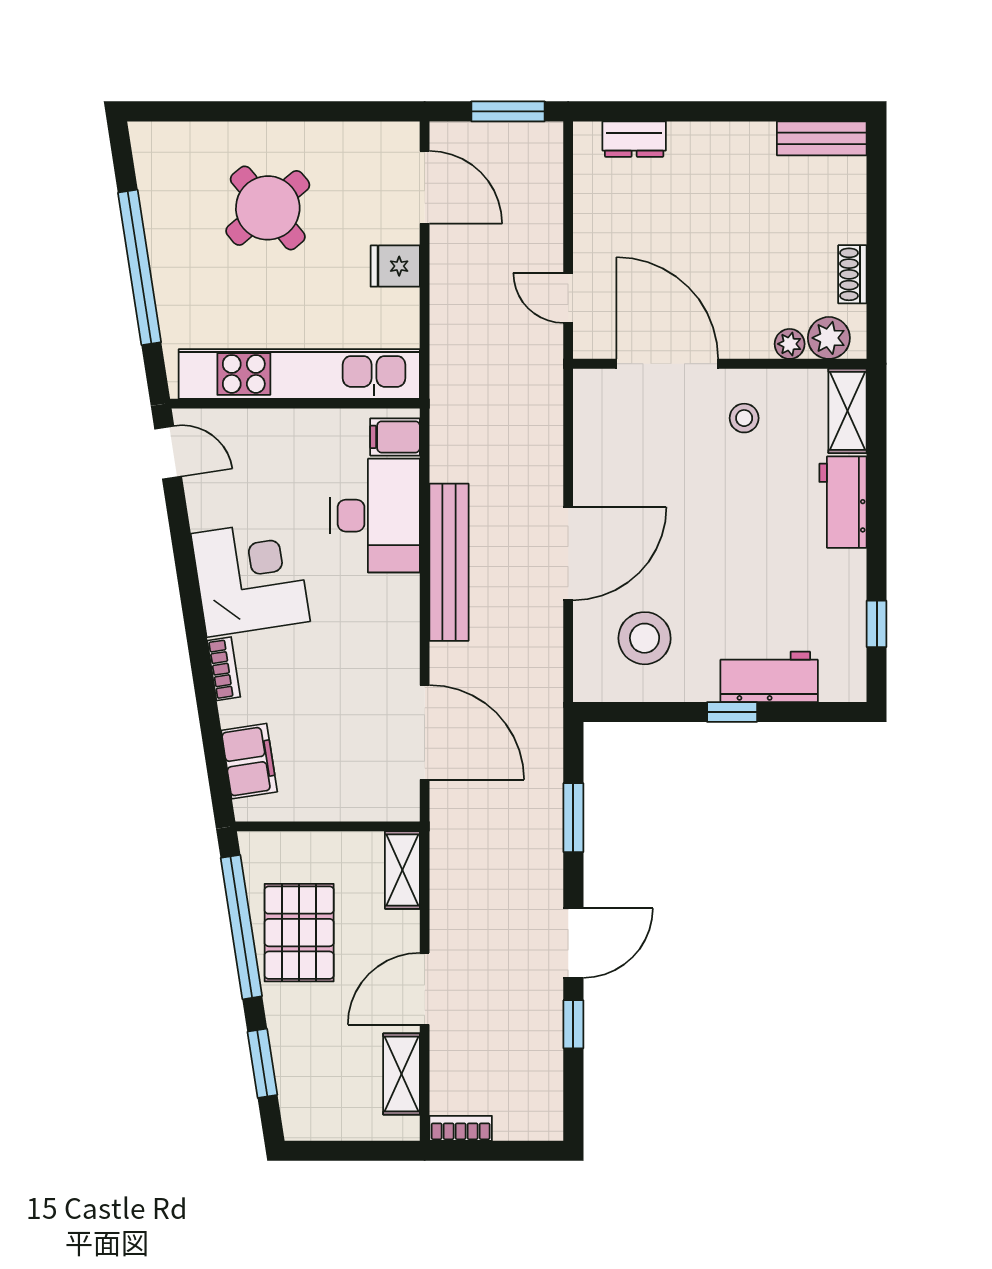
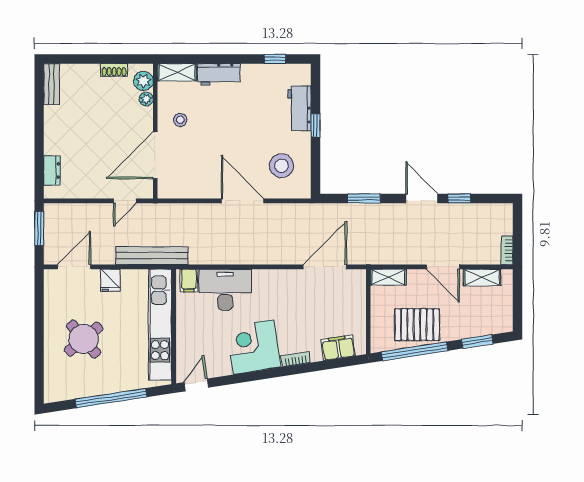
bench: (449, 562) -> (152, 256), moved

